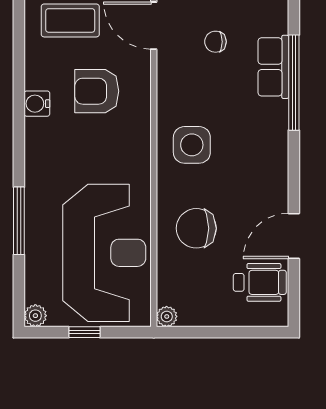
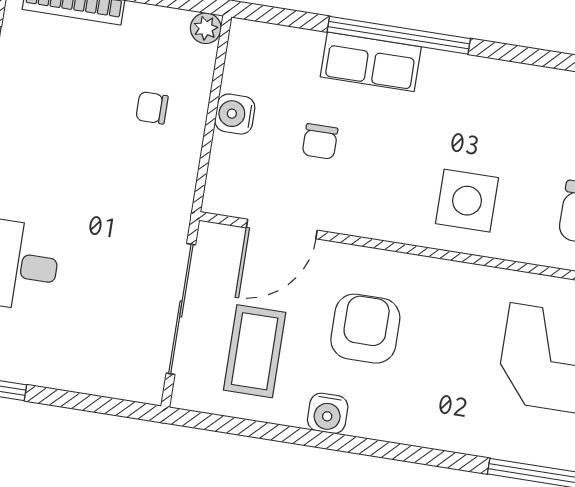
armchair: (97, 91) -> (365, 329), turned 180
water cooler: (37, 104) -> (328, 413), moved

